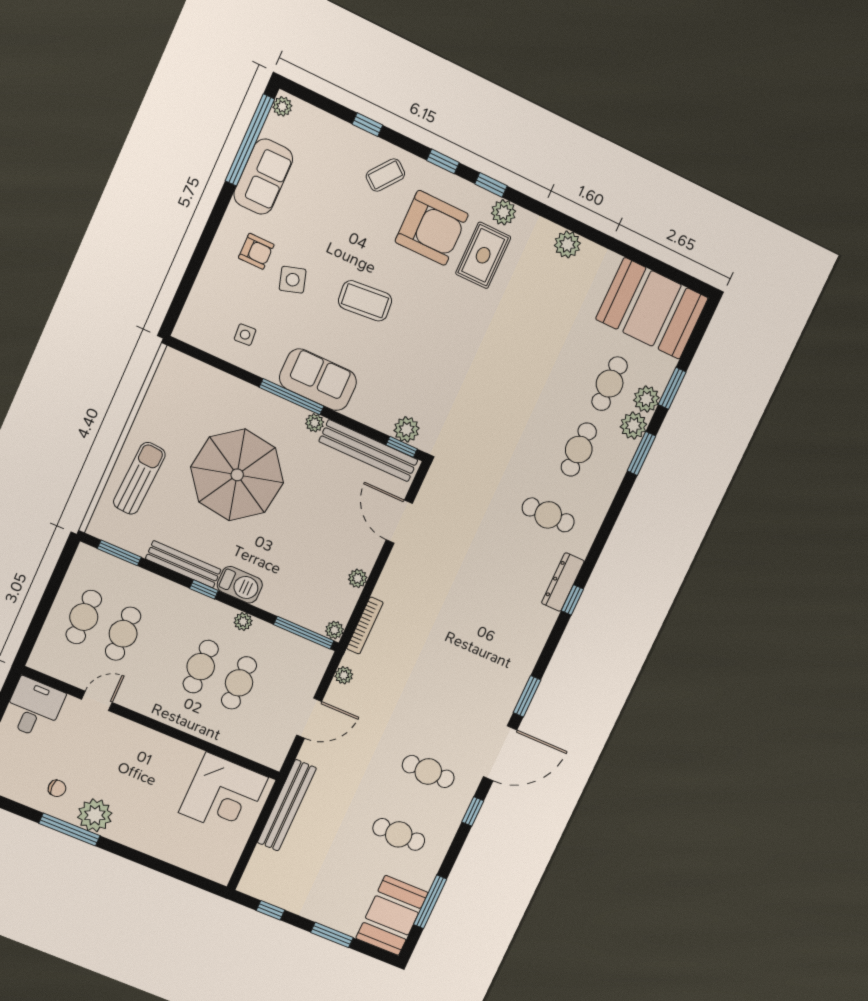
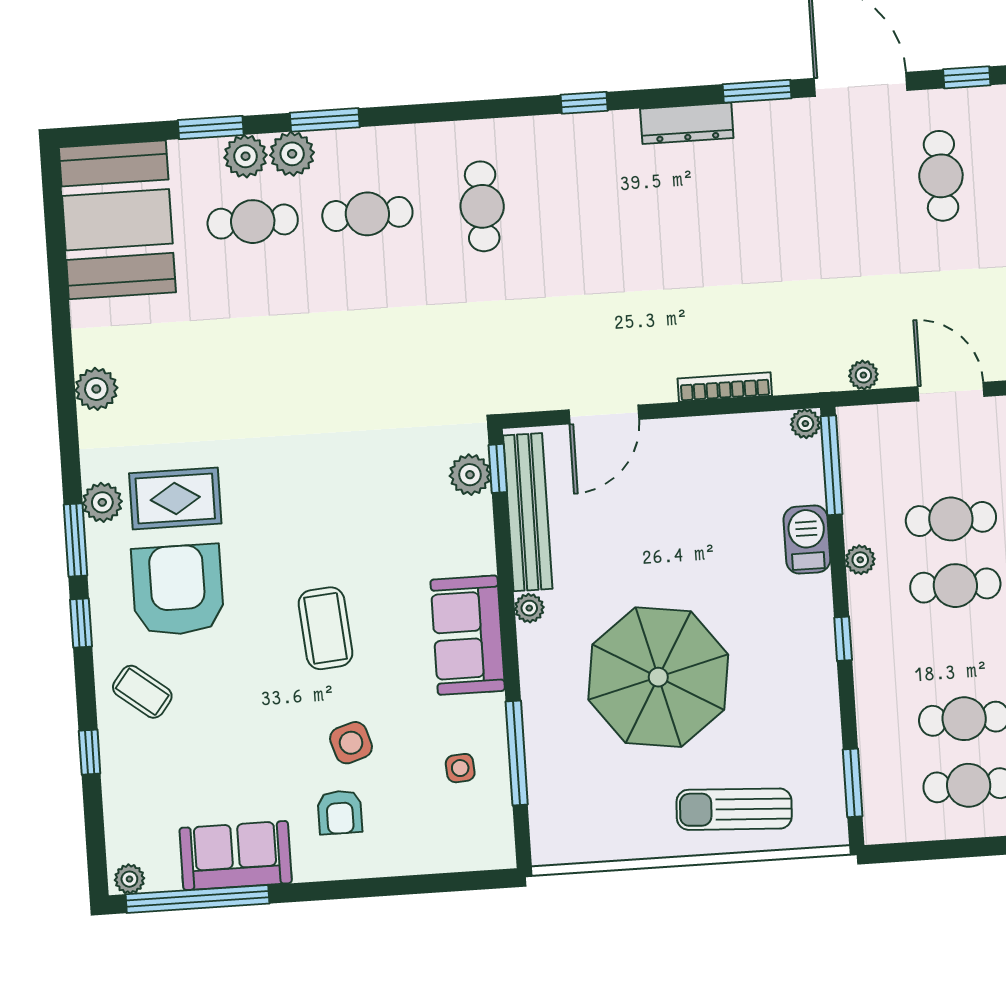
window: (491, 185) -> (75, 540), width x1.50
armchair: (256, 251) -> (340, 812), turned 180
window: (292, 397) -> (517, 753), moved
bench: (183, 564) -> (822, 686), removed
plant: (358, 578) -> (715, 430), removed
dresser: (563, 582) -> (687, 123), moved
barbecue: (240, 585) -> (807, 540), moved
bookcase: (365, 625) -> (725, 387), moved

